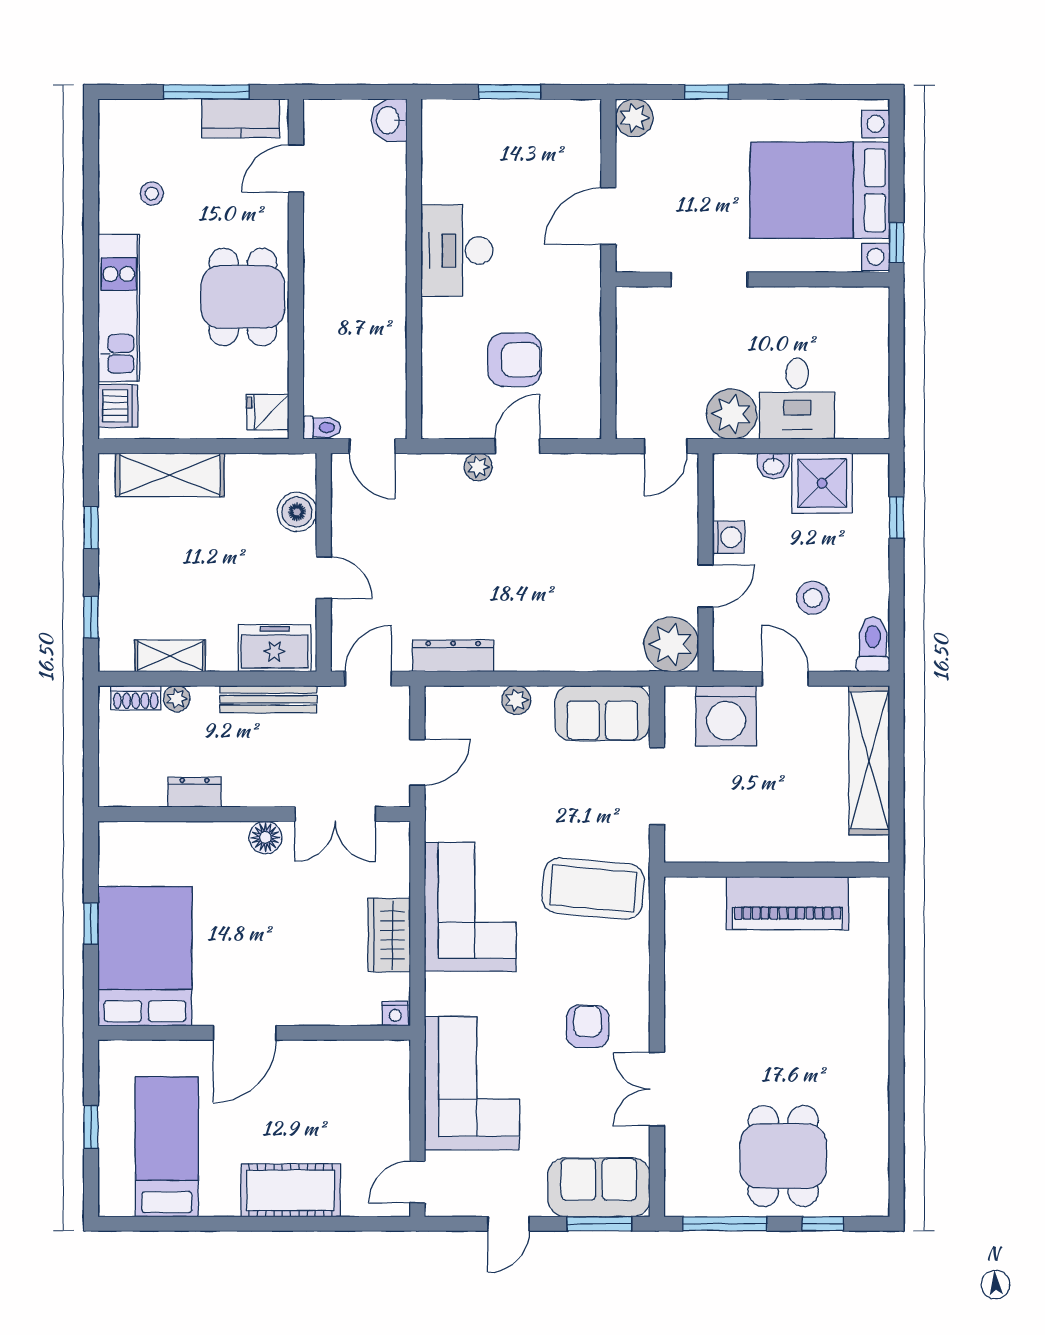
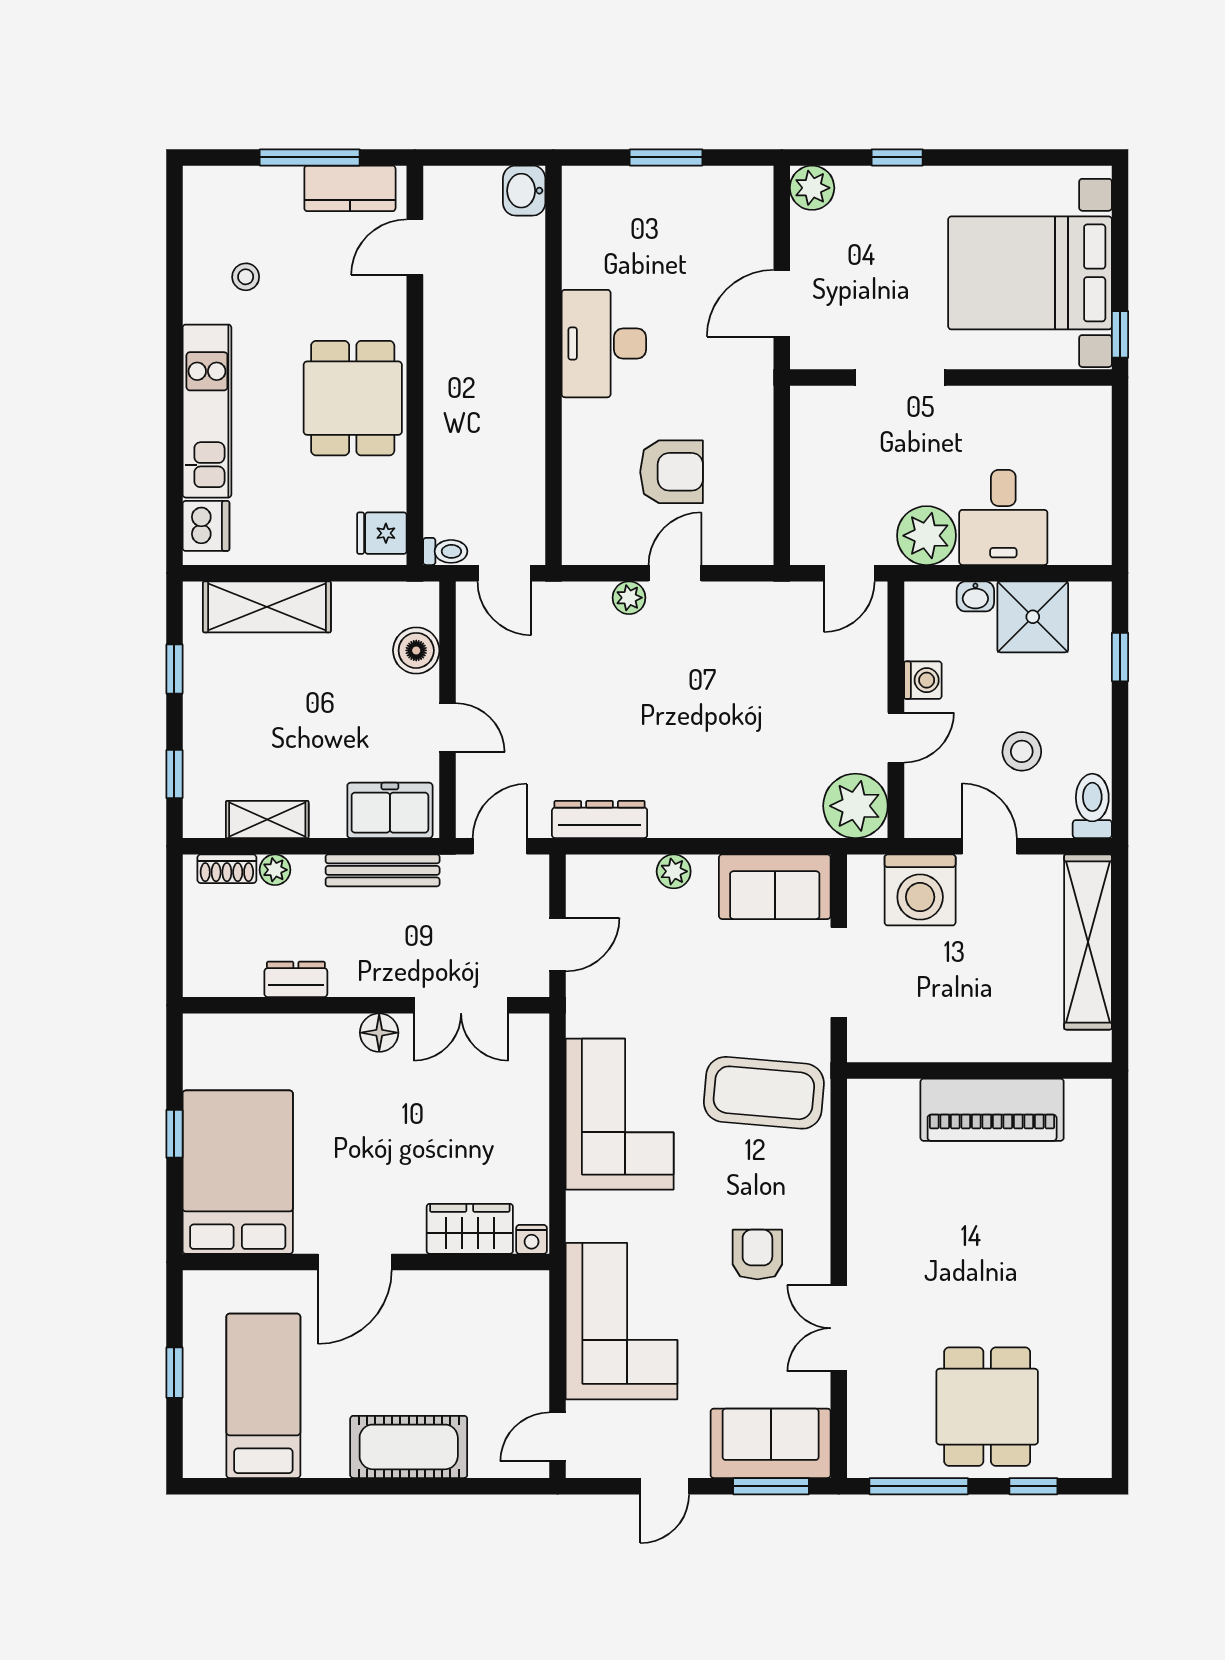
wardrobe: (389, 935) -> (470, 1229), moved, turned 90

